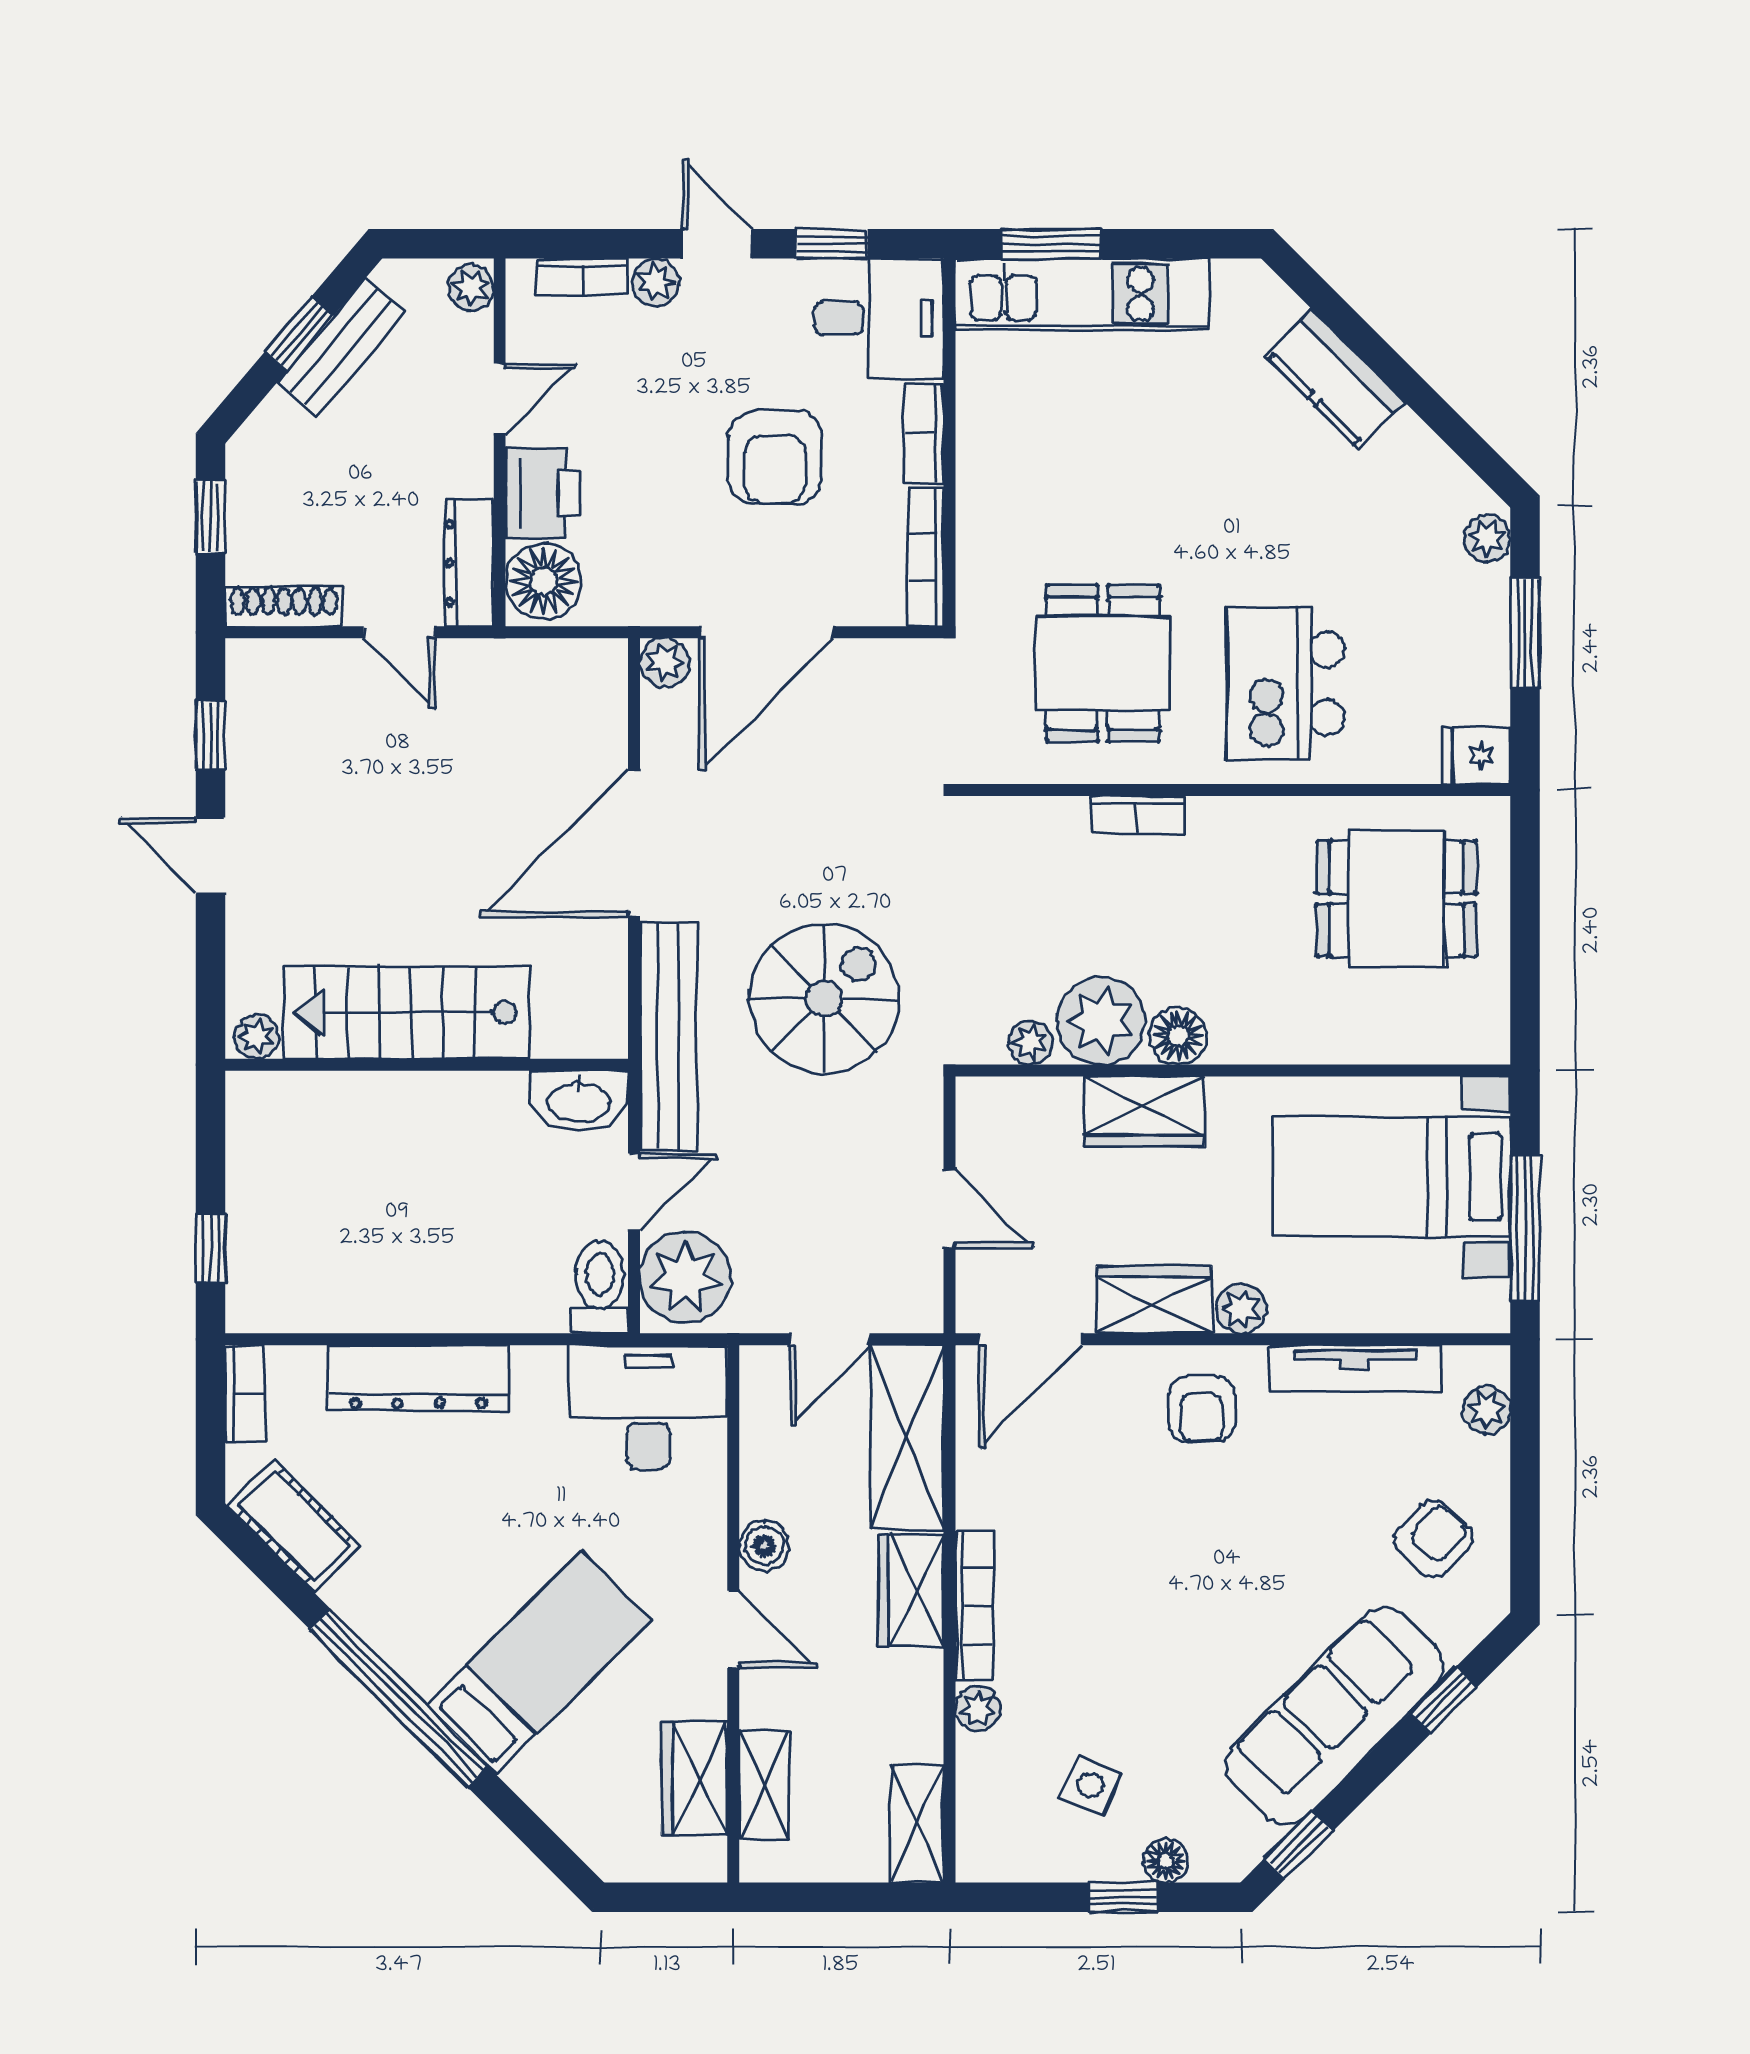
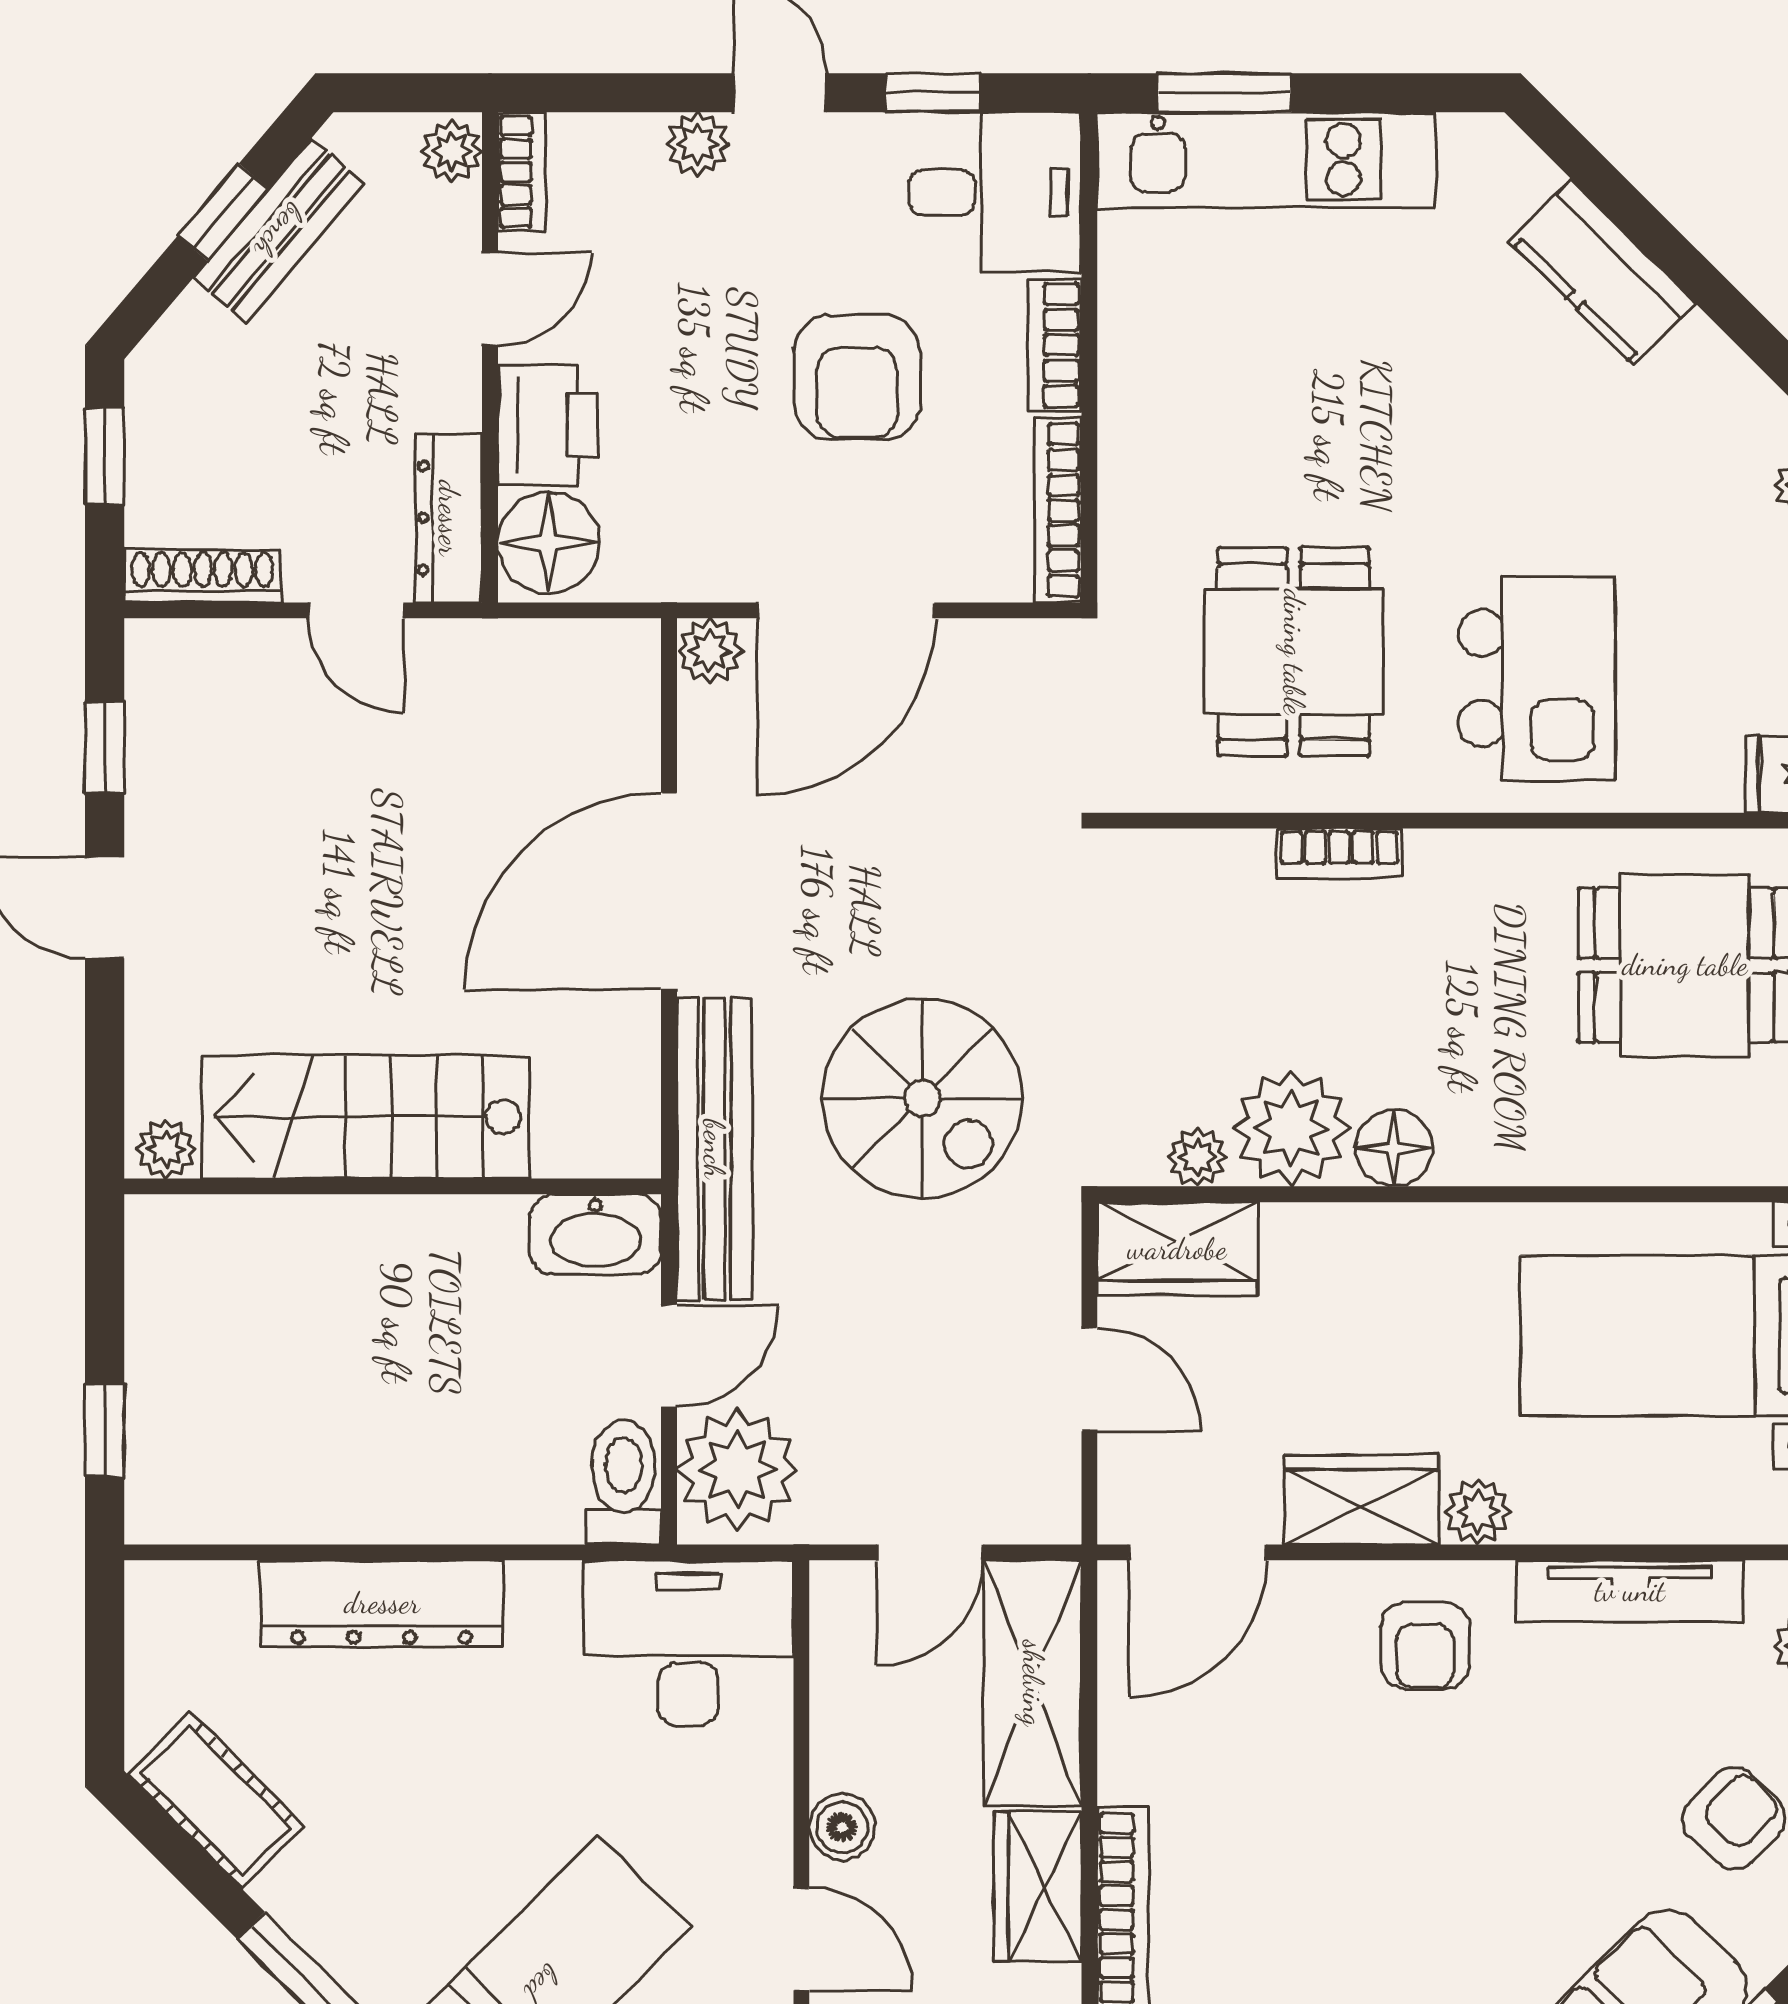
bookcase: (582, 276) -> (522, 172), moved, turned -90
kitchen island: (1285, 683) -> (1537, 679), turned 180
spiral stairs: (824, 999) -> (922, 1098), turned 90
wardrobe: (1144, 1111) -> (1177, 1249), moved
bookcase: (245, 1394) -> (150, 1625), removed

